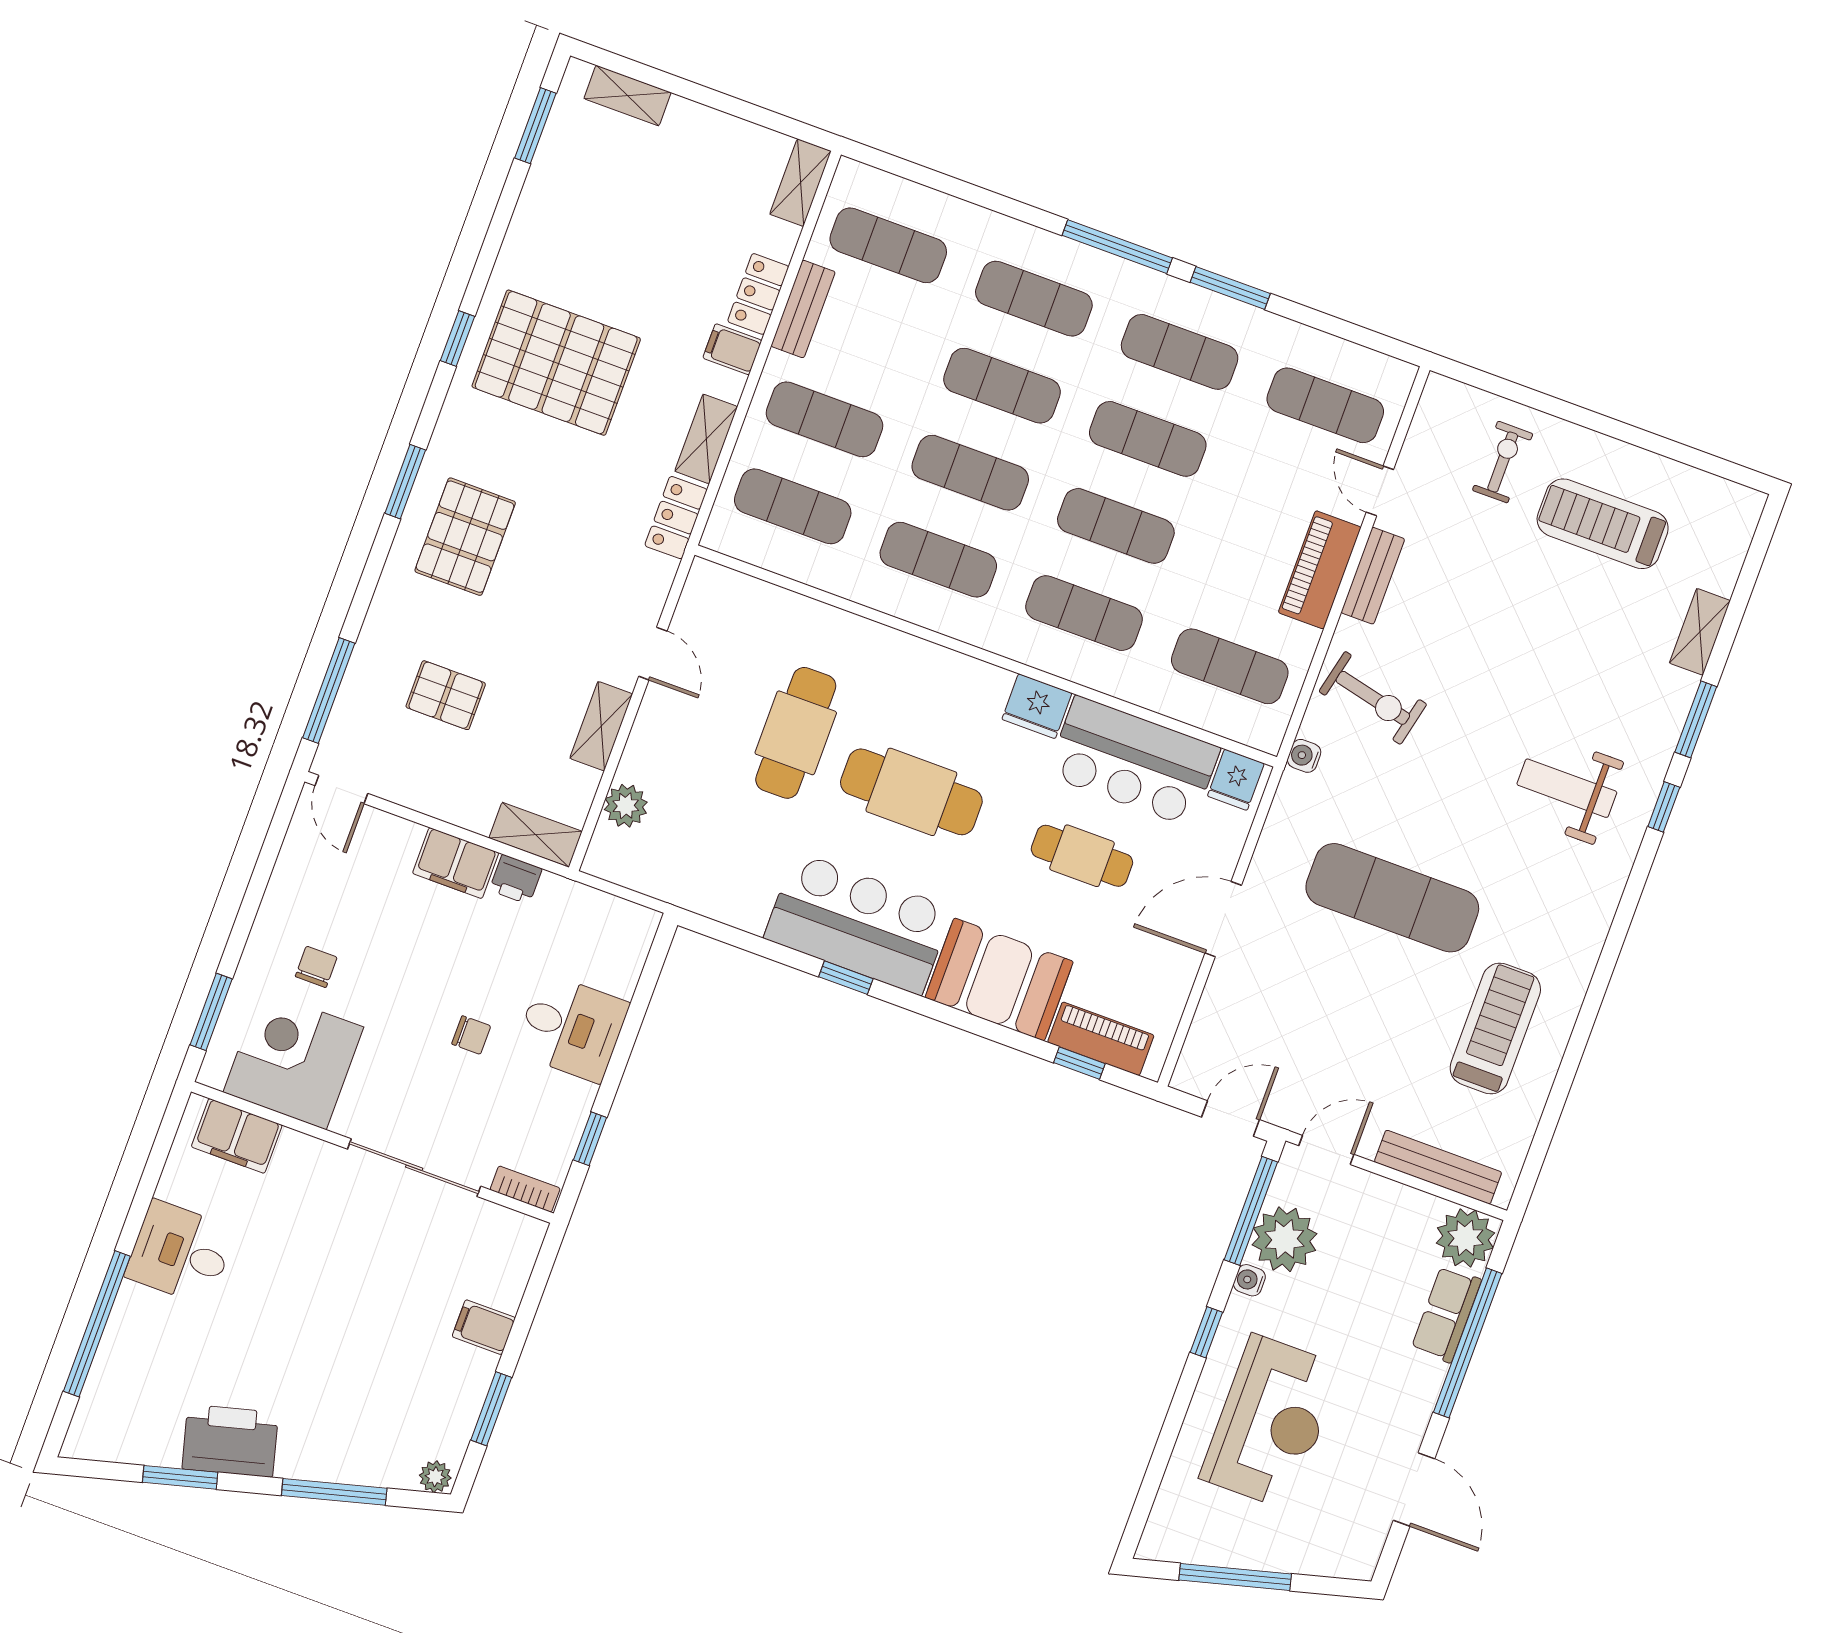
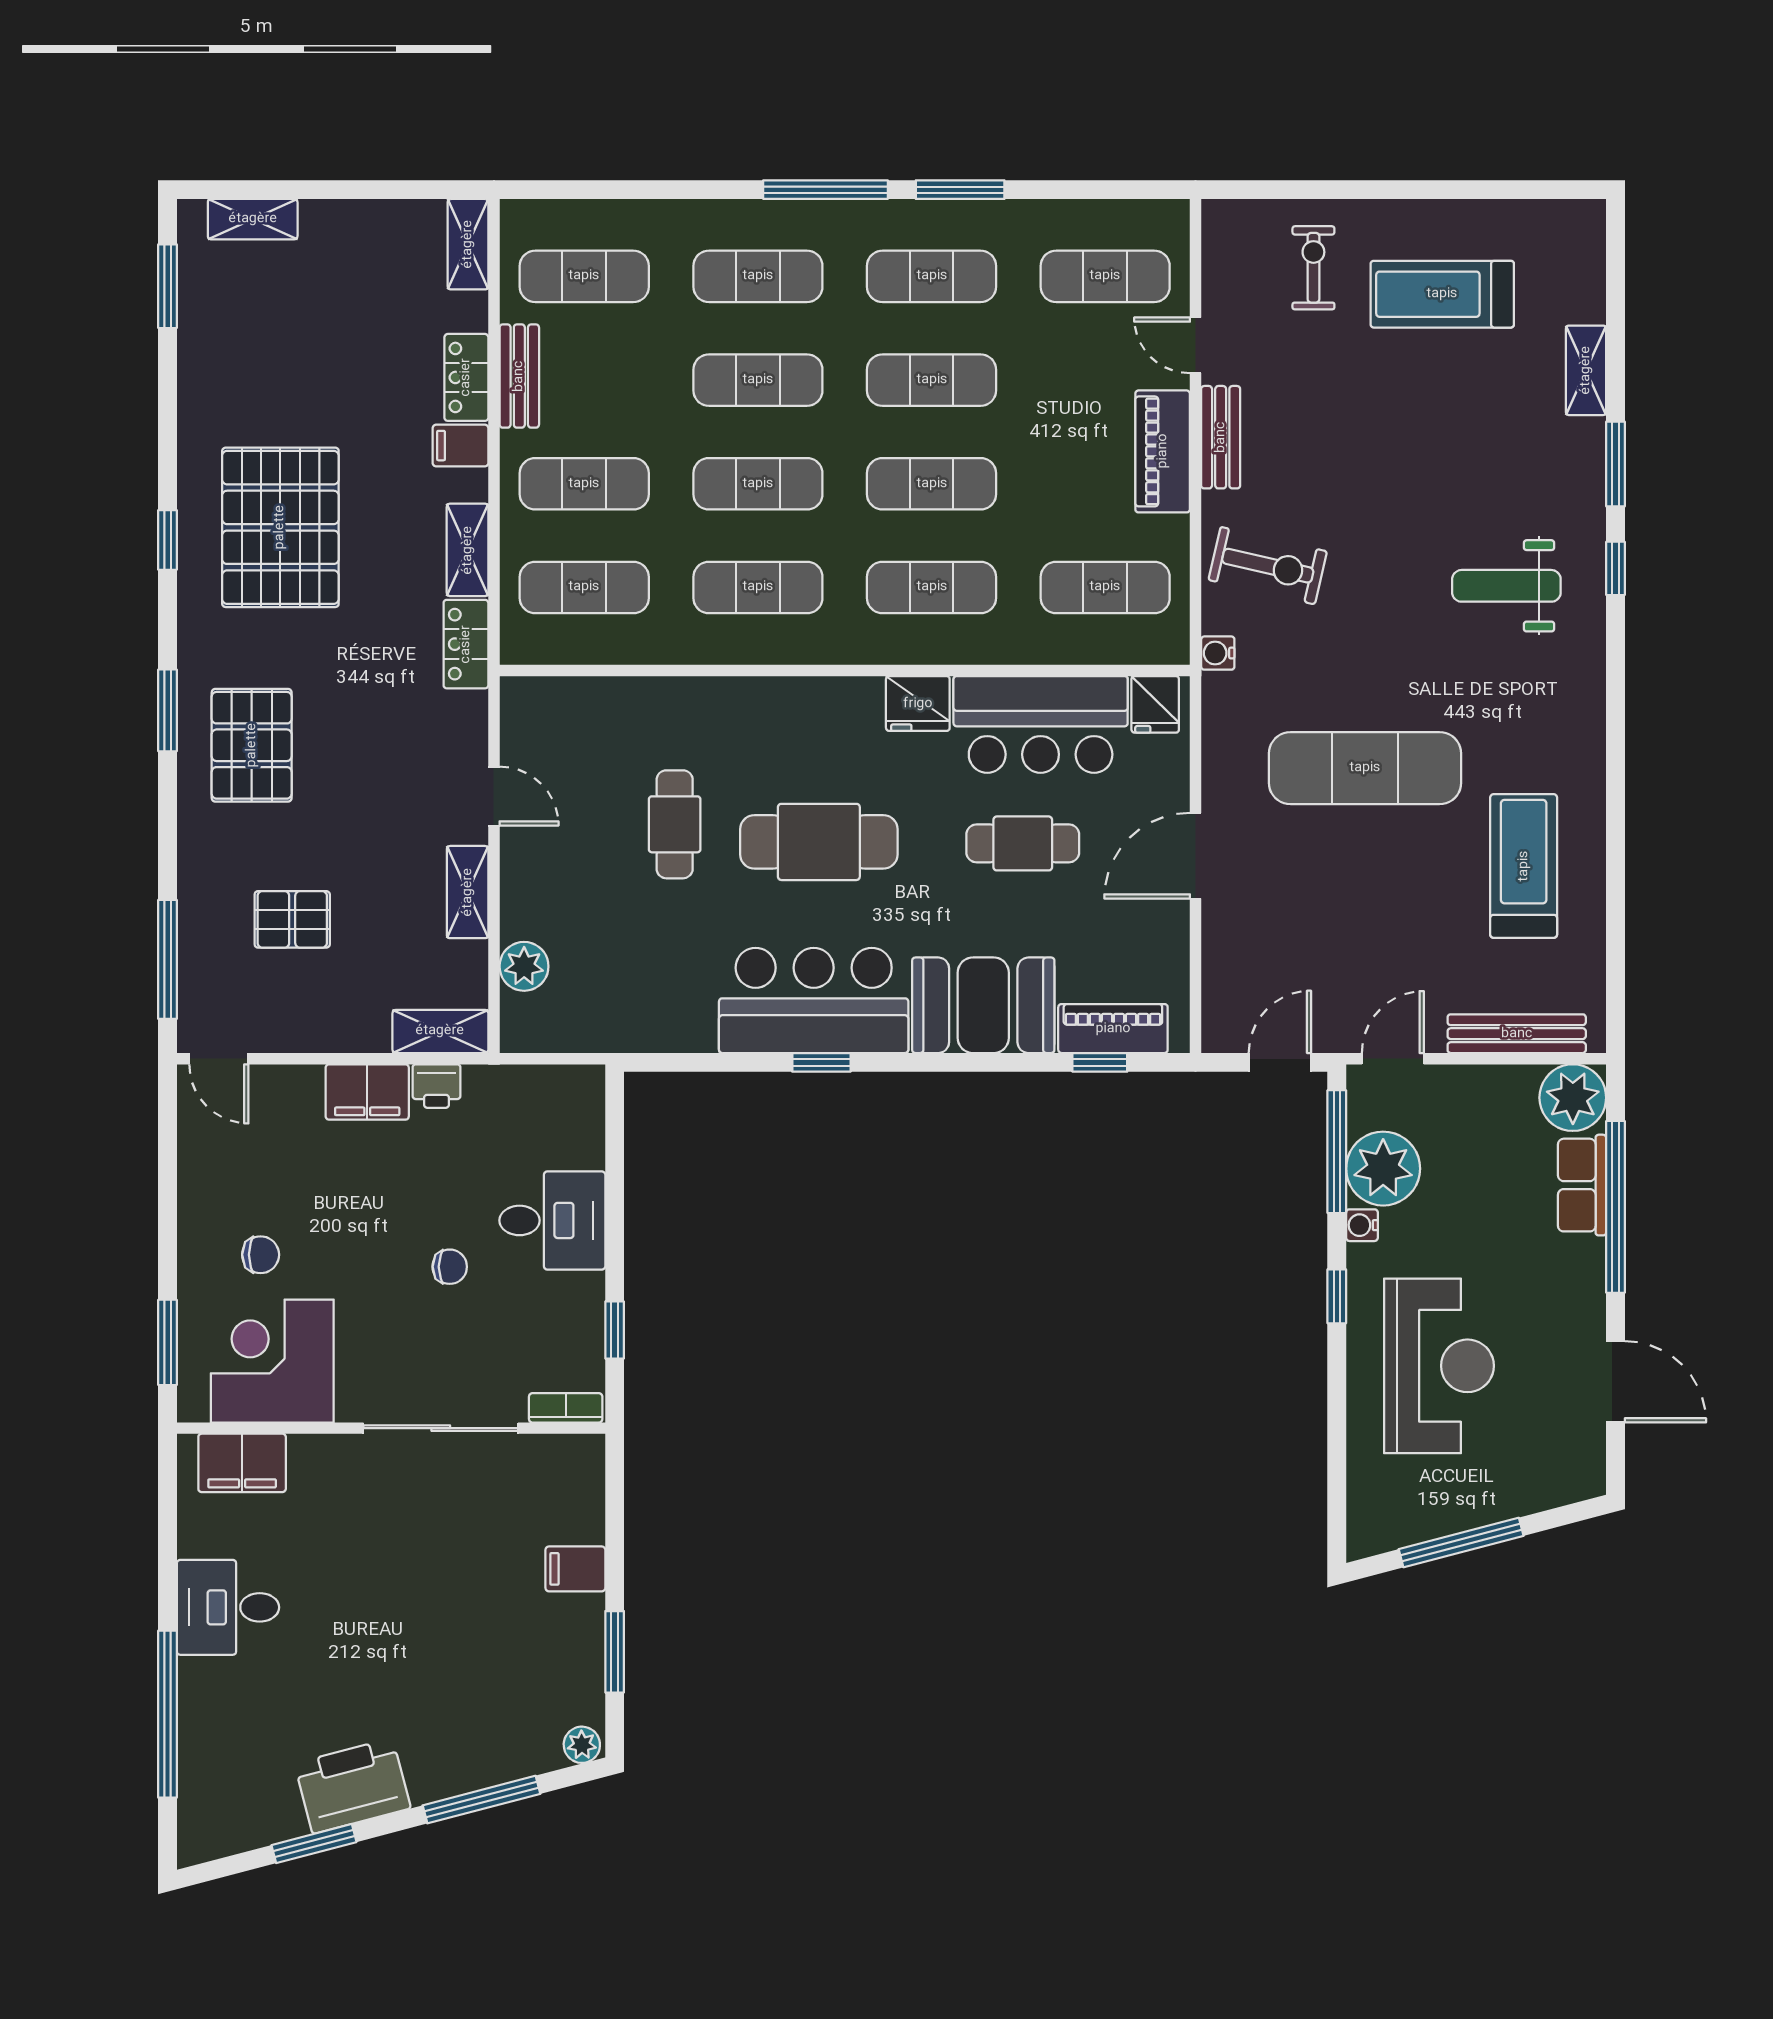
pallet: (556, 363) -> (280, 527), turned 90
cafe table: (796, 733) -> (675, 824), width x0.73, depth x0.74
chair: (316, 967) -> (261, 1255), turned 90

